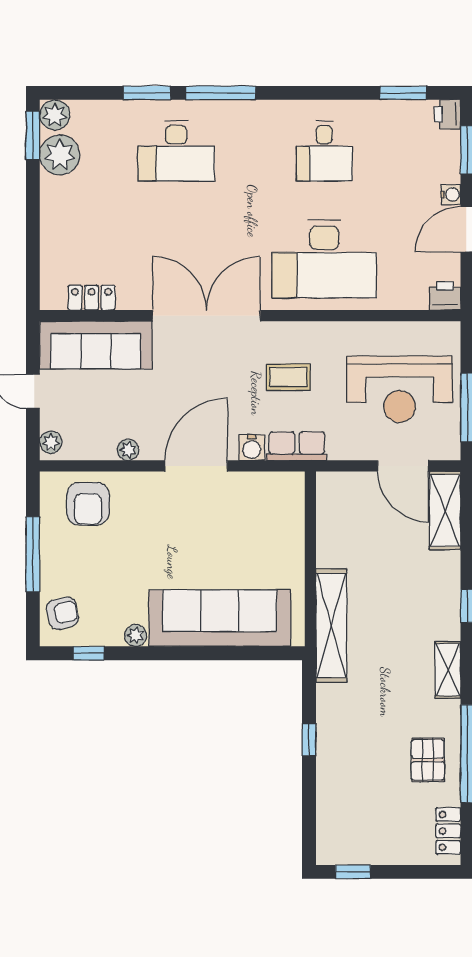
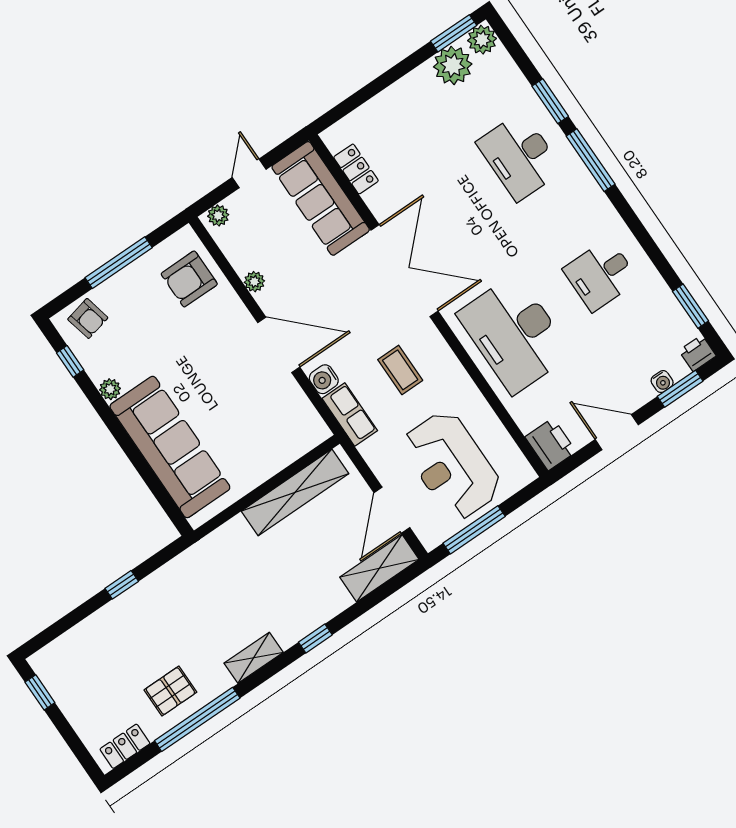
water cooler: (451, 195) -> (662, 382), moved
printer: (445, 296) -> (551, 444), width x1.36, depth x1.24
shelving: (331, 625) -> (295, 492), moved

